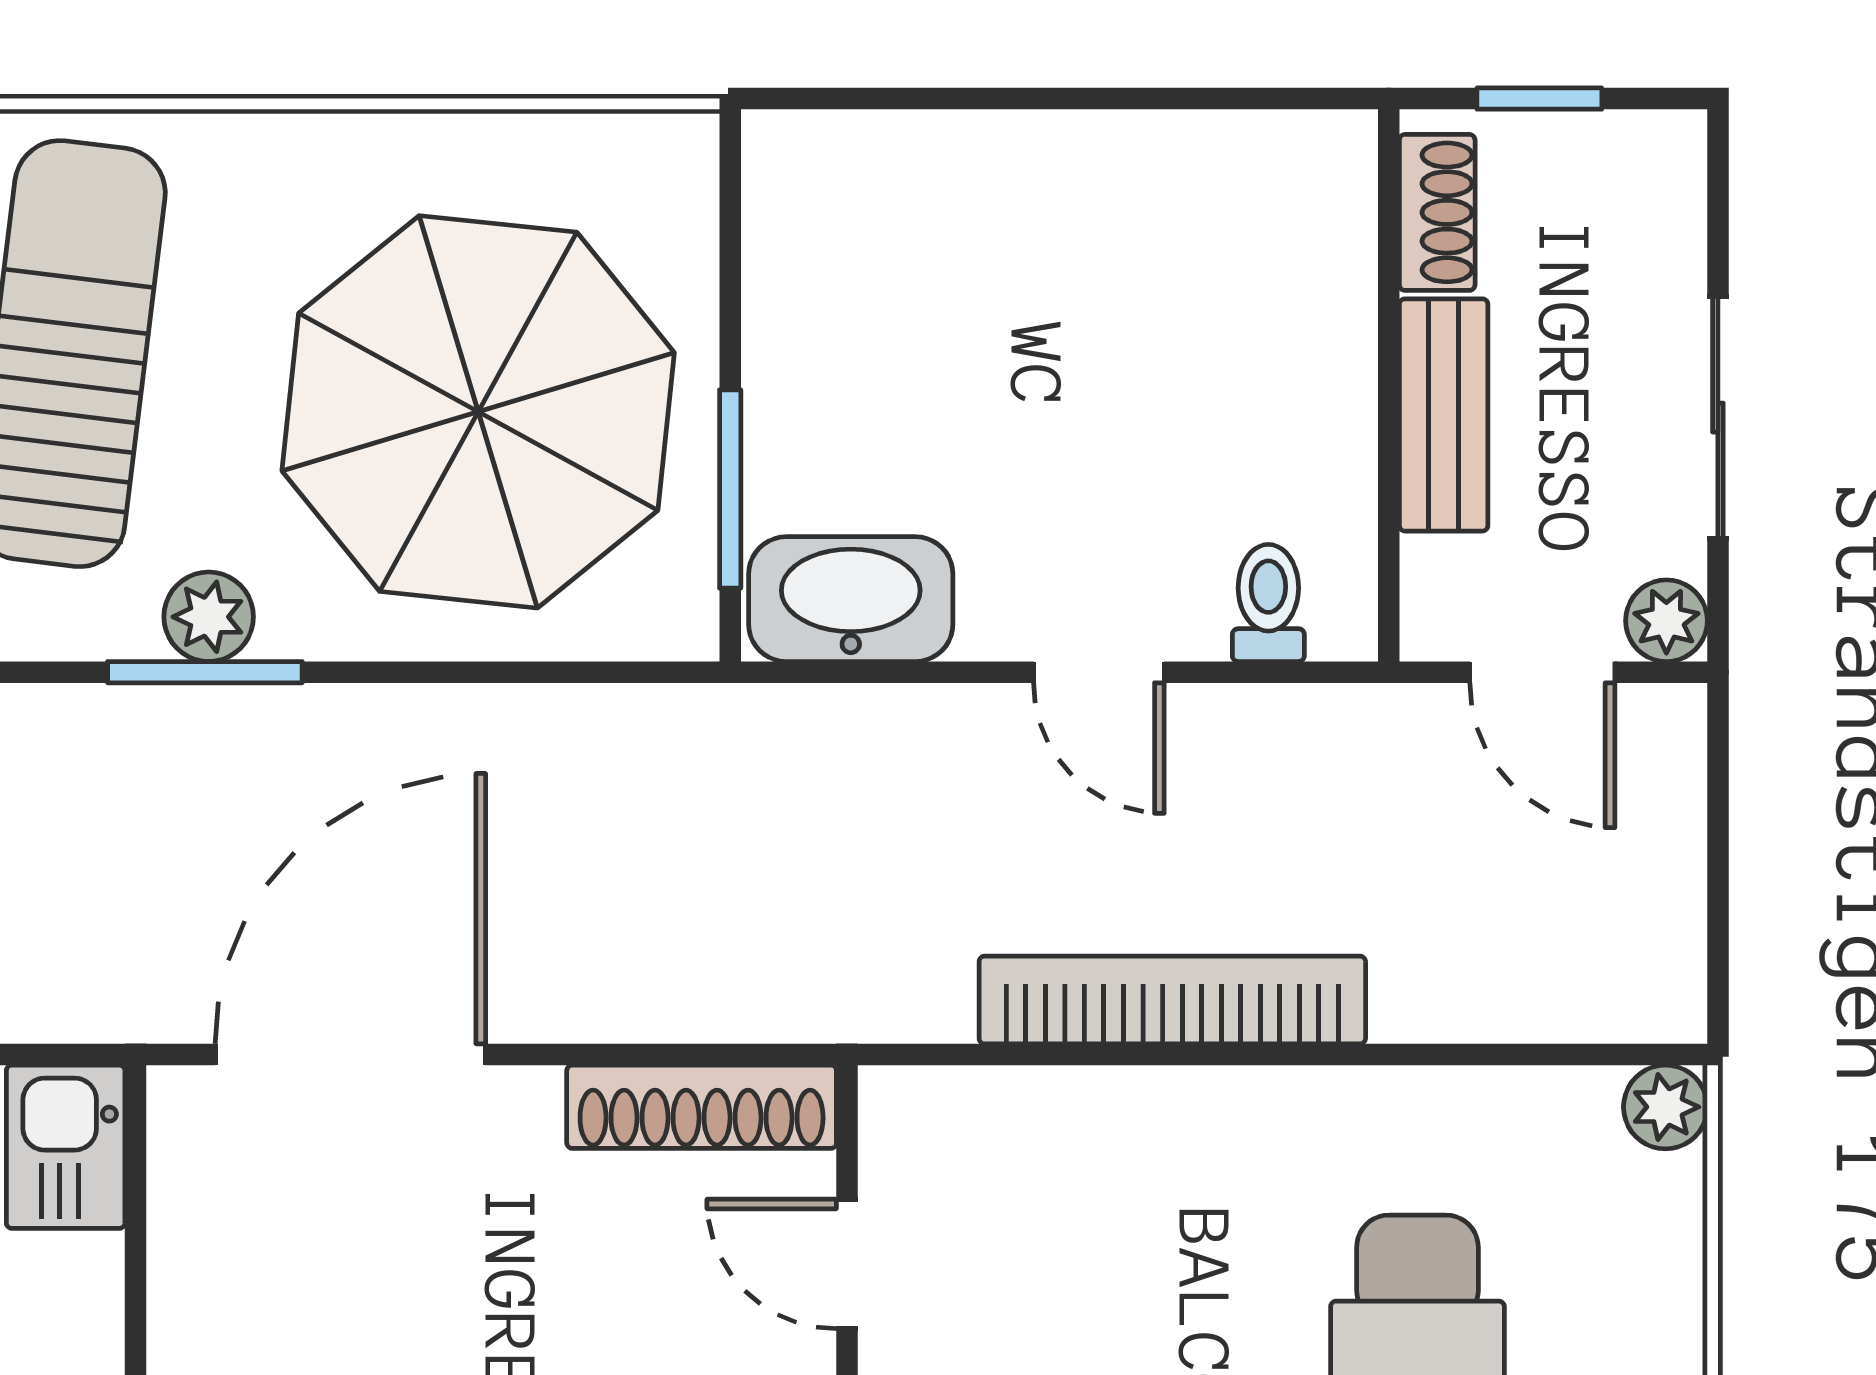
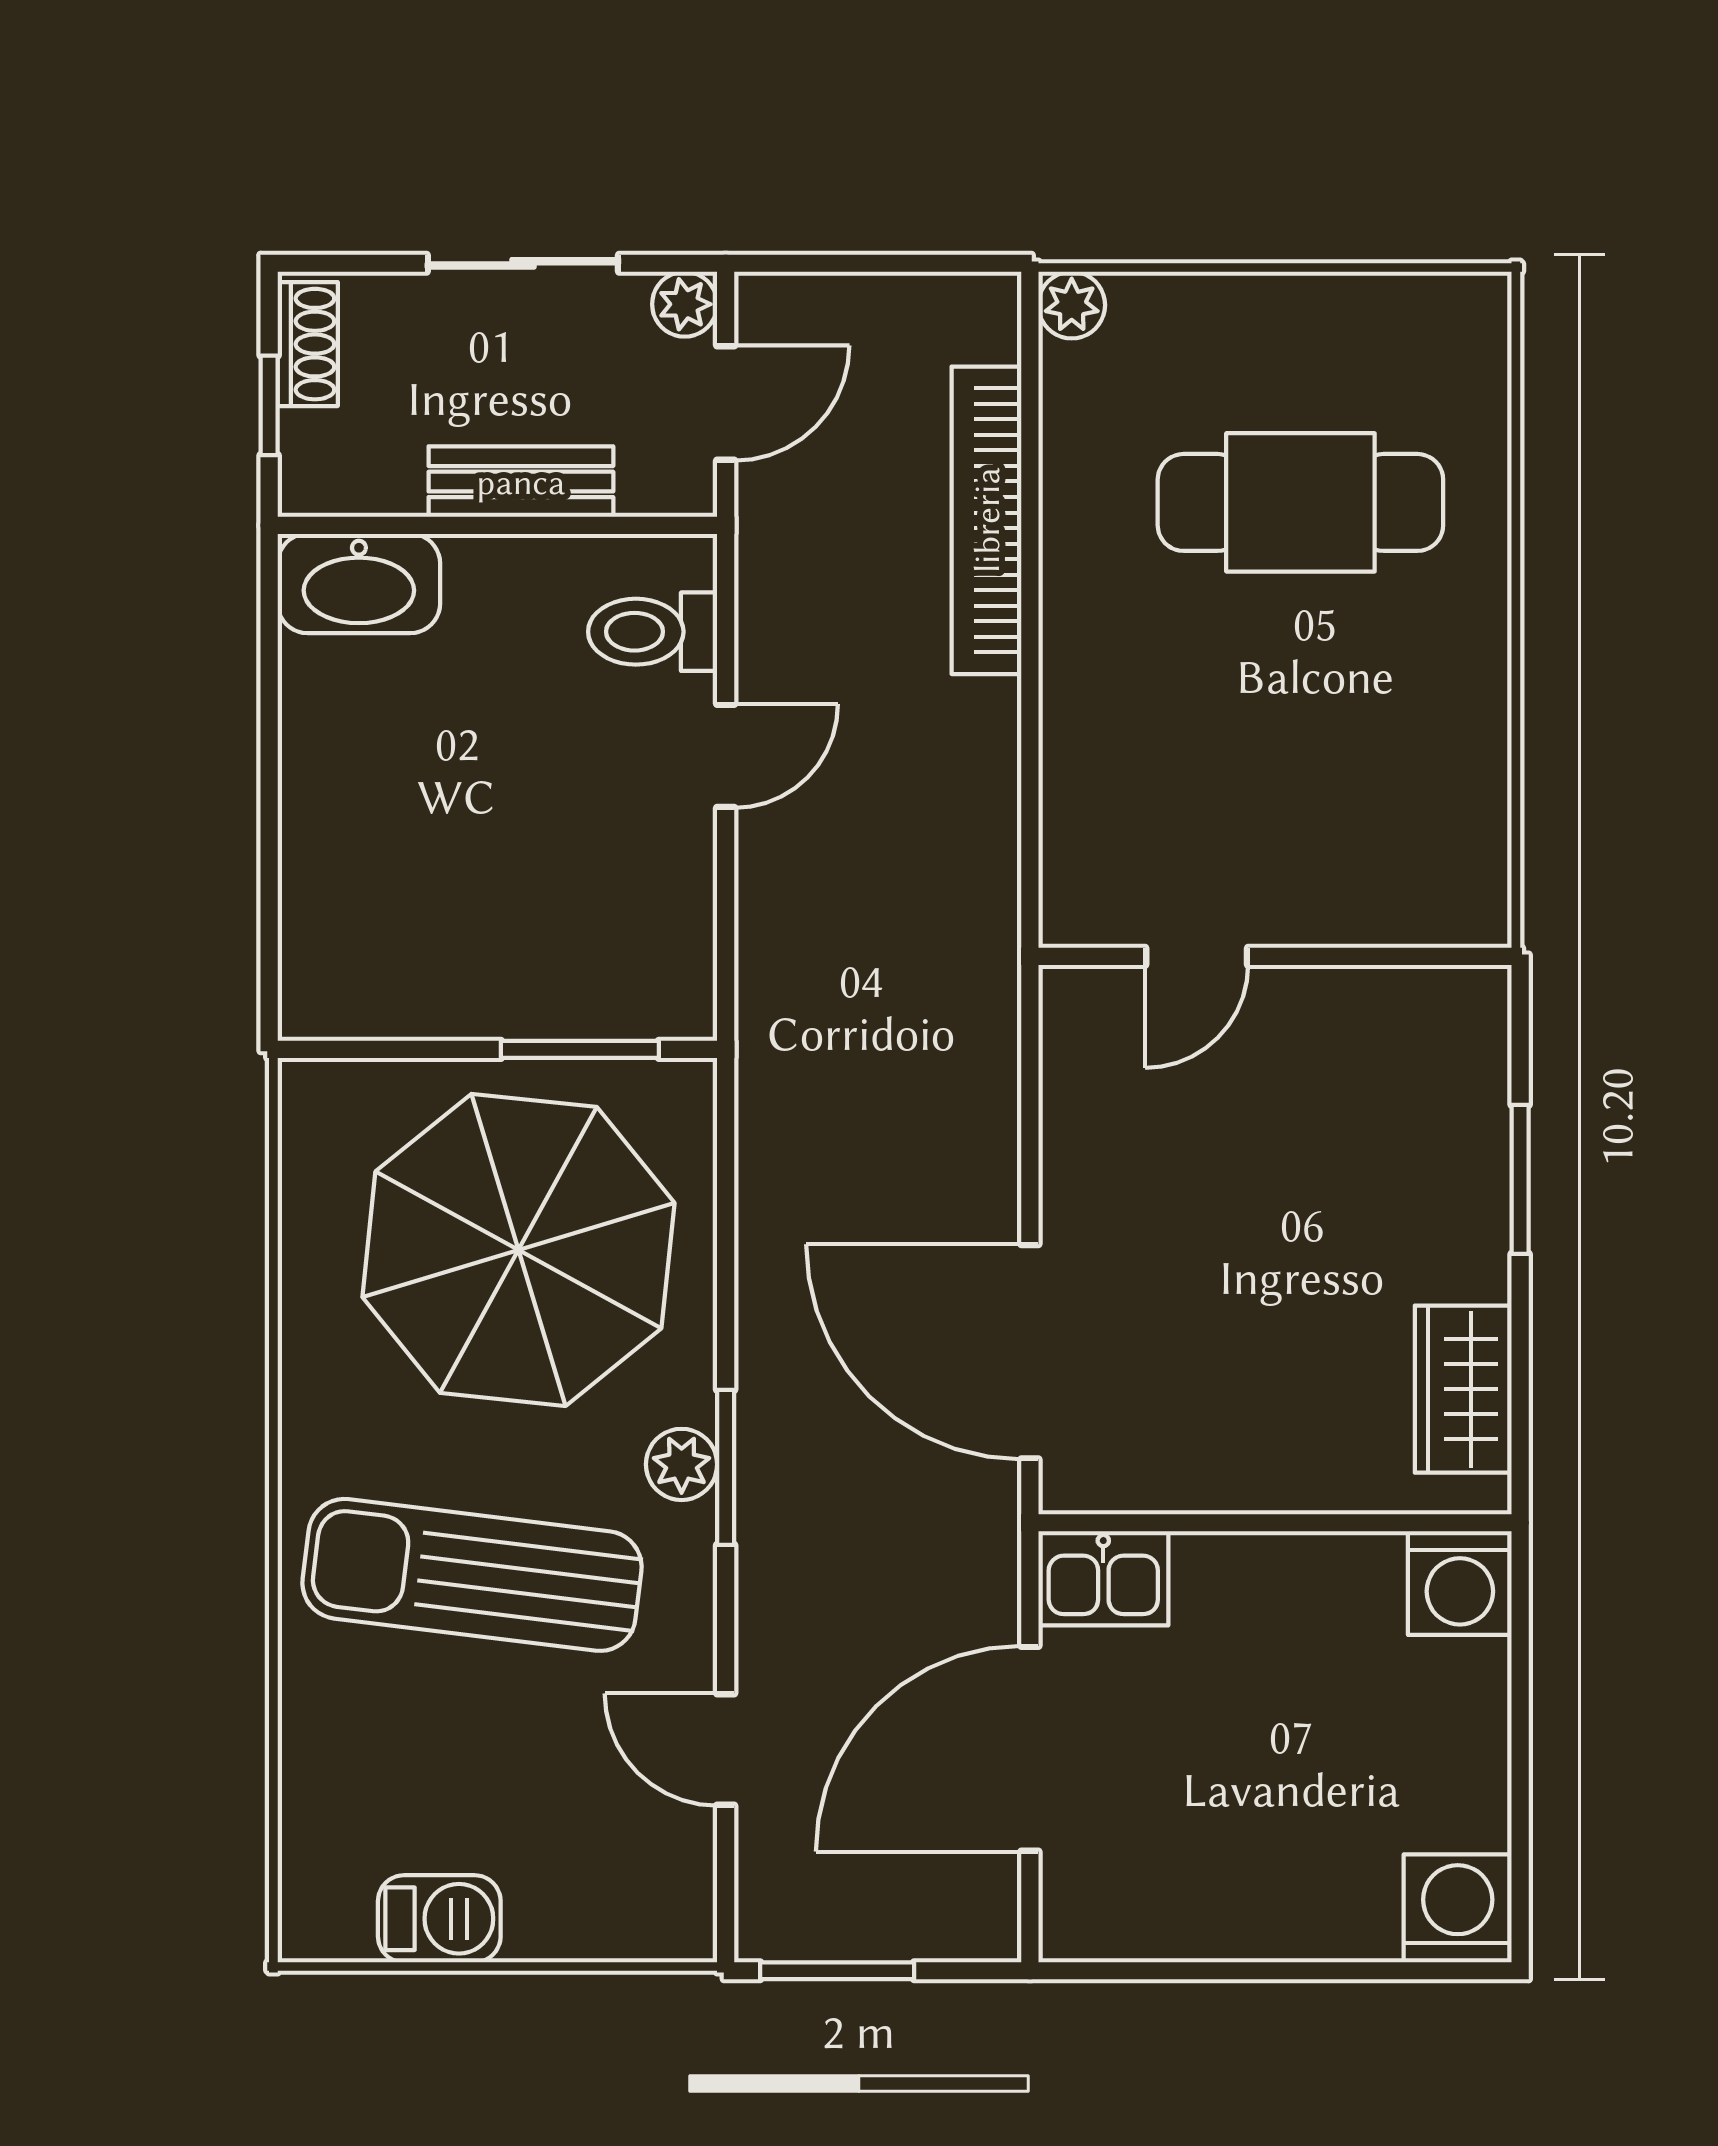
shoe rack: (1437, 212) -> (308, 344), moved, turned 90
washbasin: (851, 599) -> (359, 583), moved, turned -90
toilet: (1268, 603) -> (653, 632), width x1.37, depth x1.39
bookcase: (1172, 1000) -> (987, 520), moved
shoe rack: (702, 1107) -> (1071, 1072), removed

